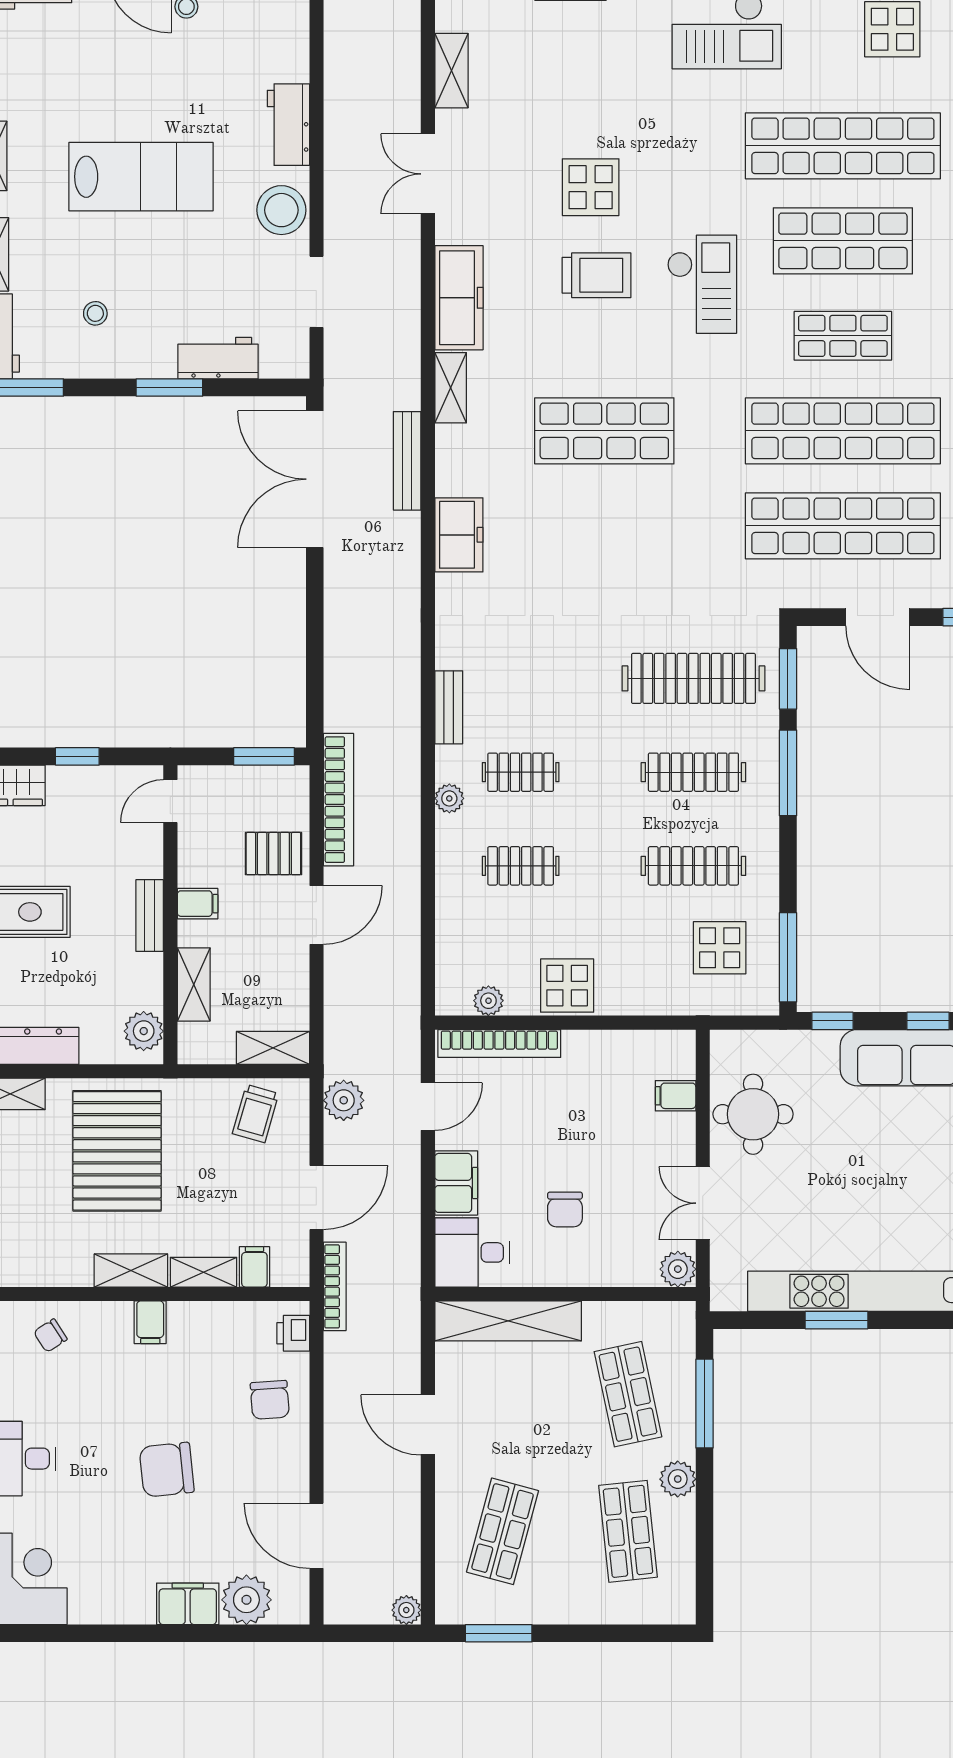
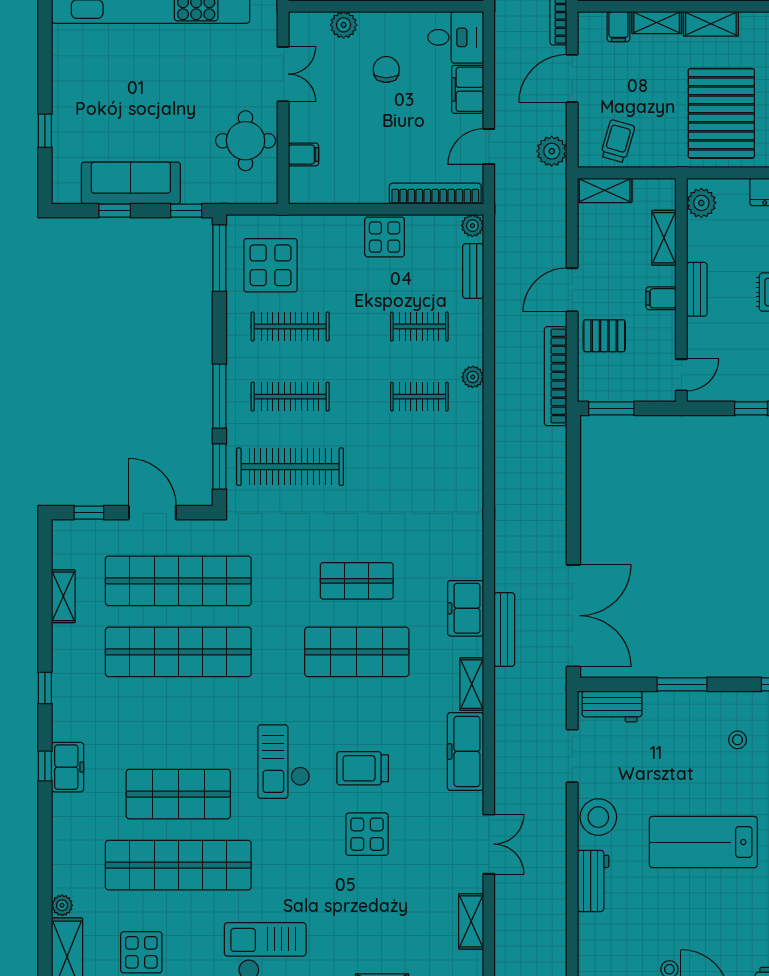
shop shelf: (843, 336) -> (357, 581), moved
workbench: (218, 358) -> (612, 706), moved
freezer: (459, 535) -> (466, 608), moved
bench: (449, 707) -> (473, 271), moved
display table: (720, 948) -> (271, 265), width x1.36, depth x1.36
plant: (488, 1001) -> (472, 226), moved
plant: (678, 1269) -> (344, 25), moved

